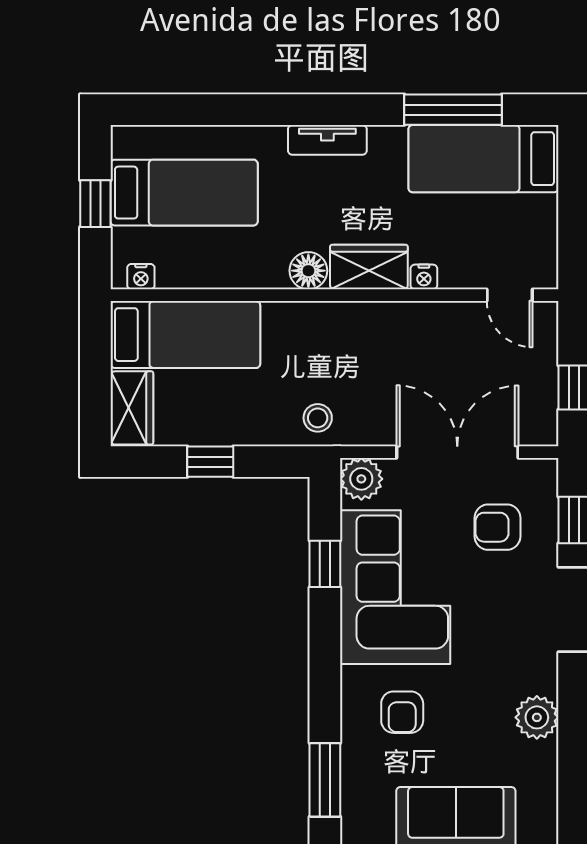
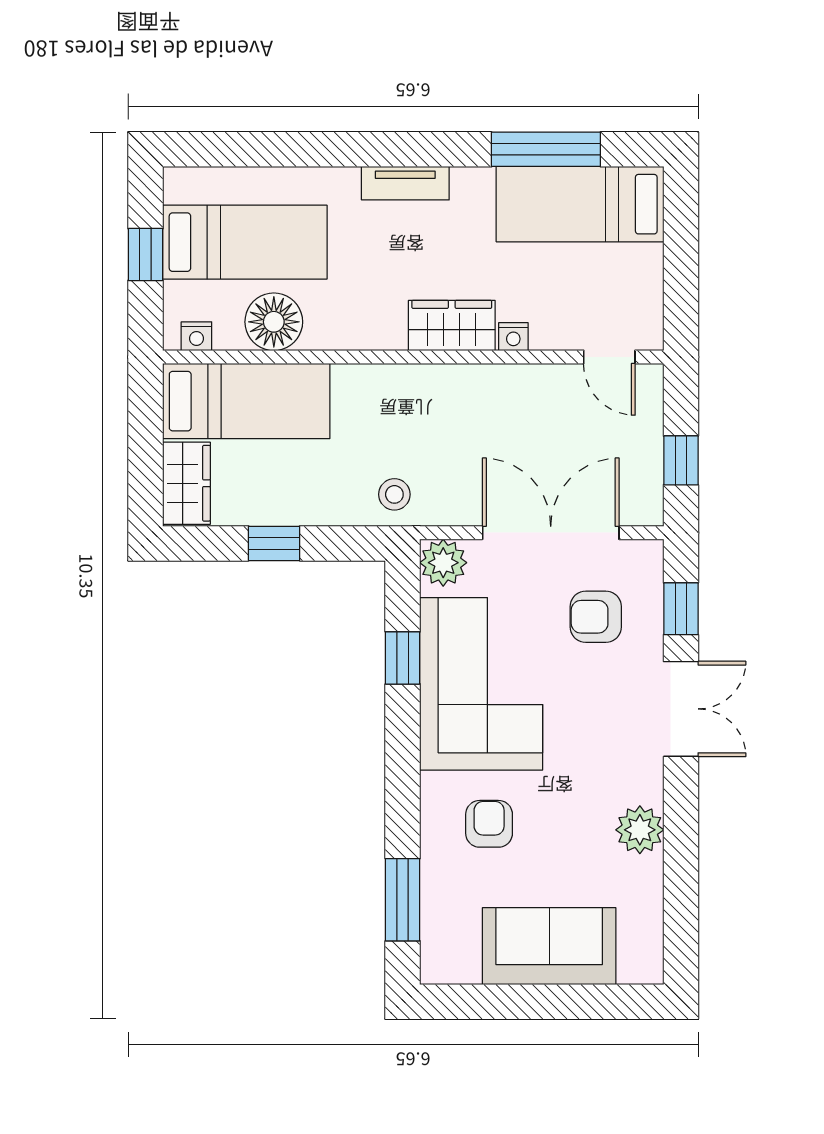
floor lamp: (308, 271) -> (274, 322), moved, width x1.38, depth x1.38
armchair: (402, 712) -> (489, 824), turned 180

